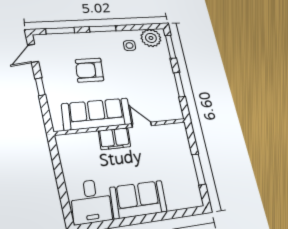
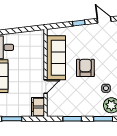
armchair: (89, 70) -> (85, 68), moved
filing cabinet: (114, 139) -> (38, 107), moved

